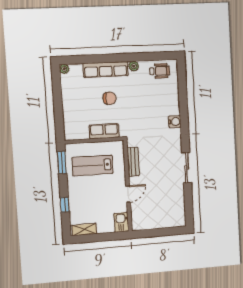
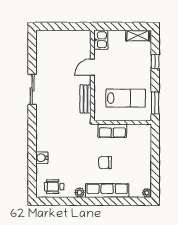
water cooler: (175, 122) -> (42, 158), moved

